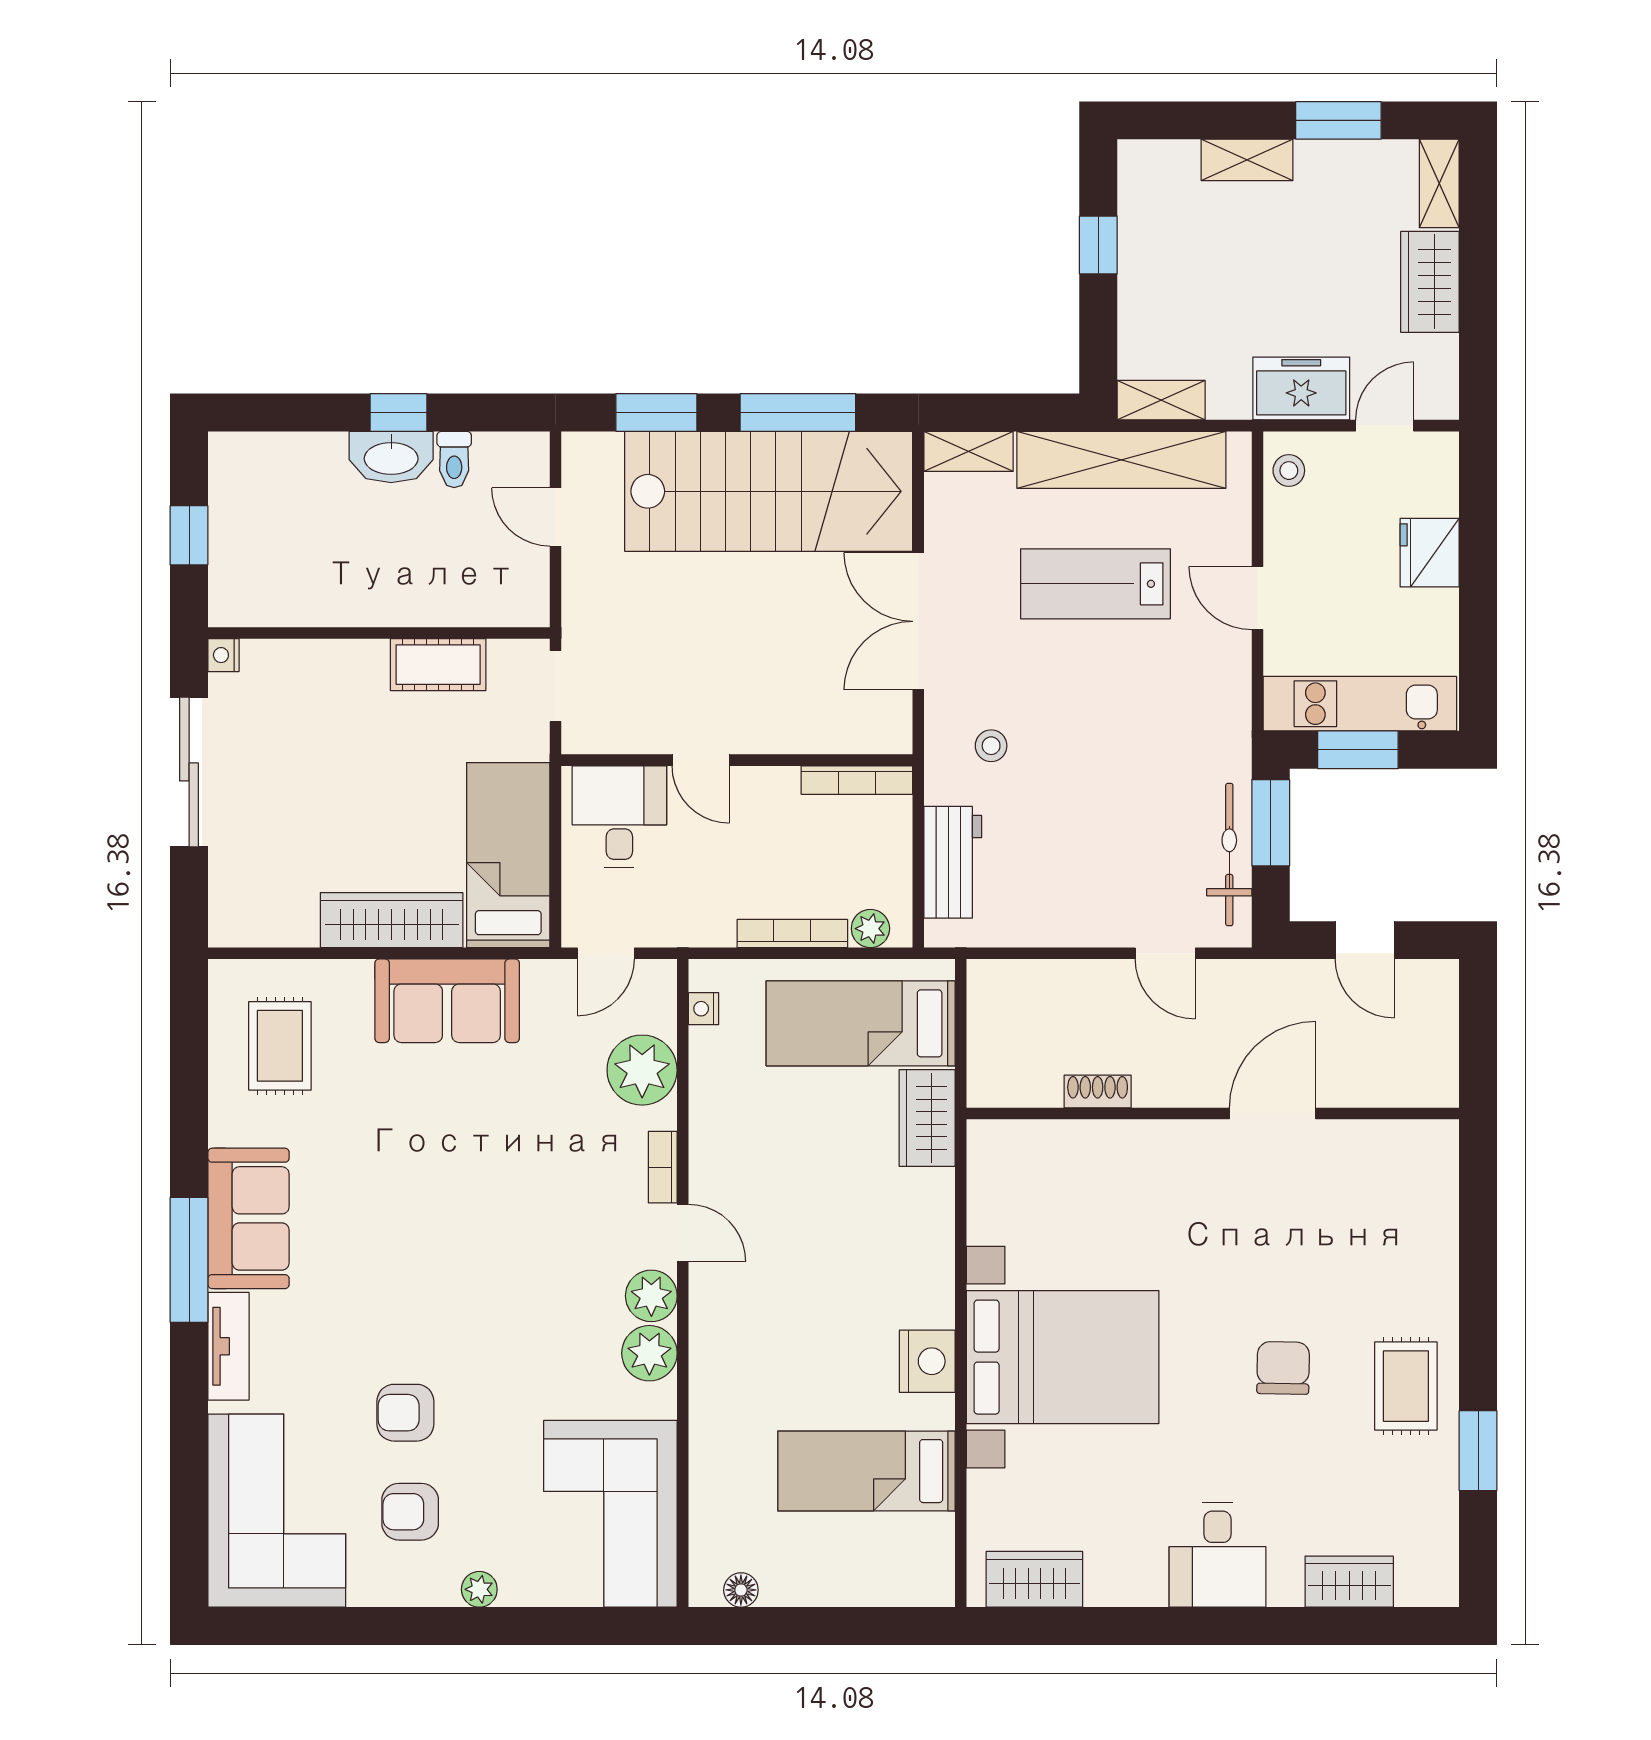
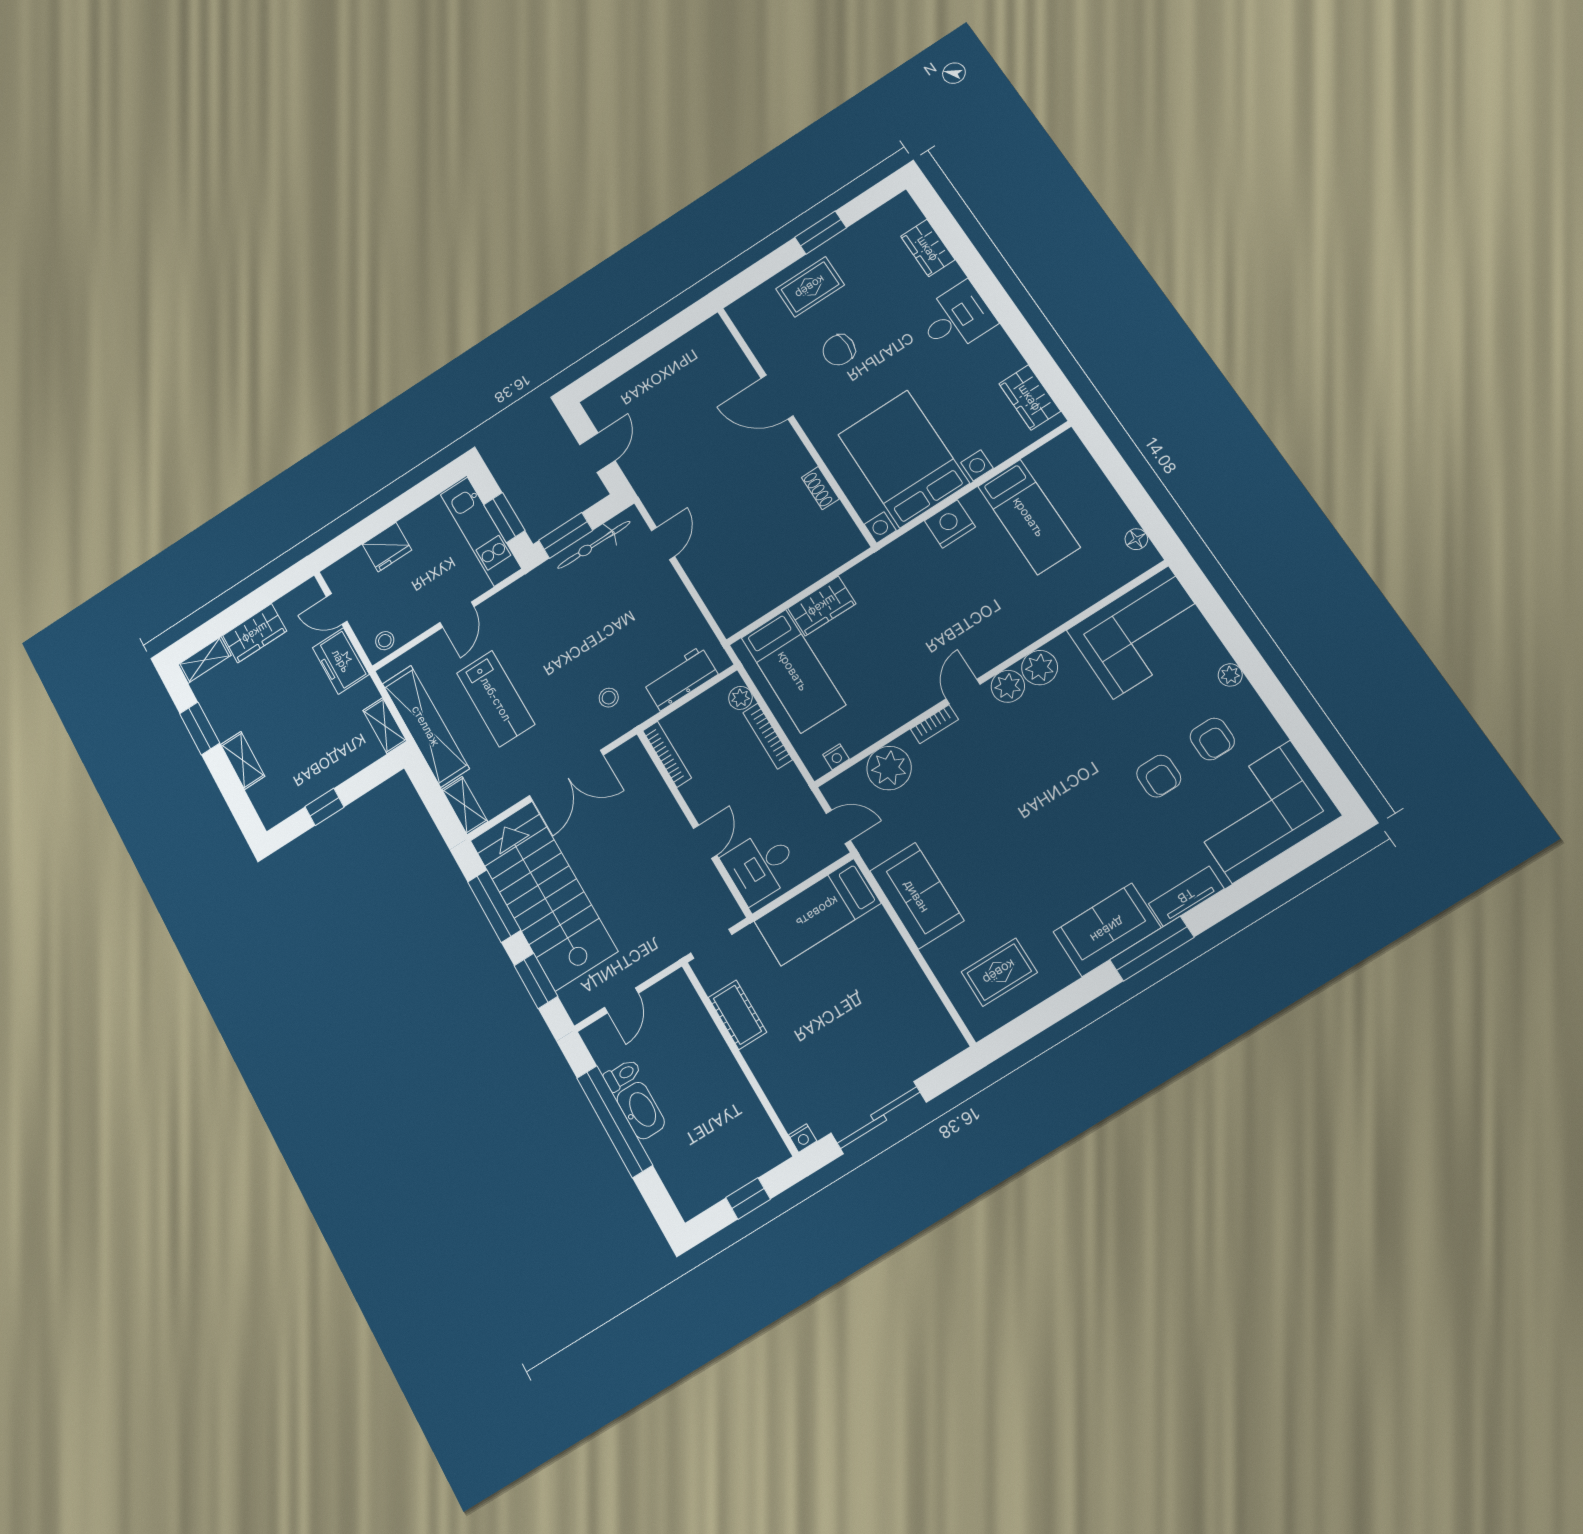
window: (398, 412) -> (614, 1121), width x3.17
wardrobe: (392, 920) -> (892, 954), removed
shoe rack: (1098, 1092) -> (820, 488), moved
wall: (1213, 1113) -> (796, 425), moved
door: (1273, 1113) -> (777, 397), moved

